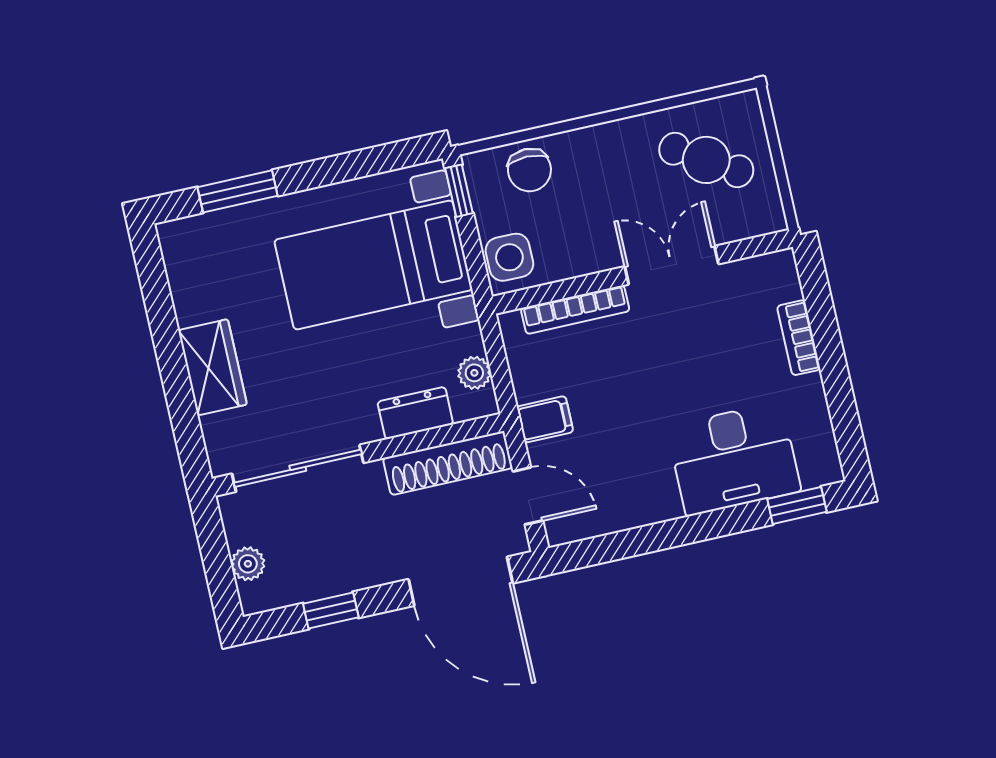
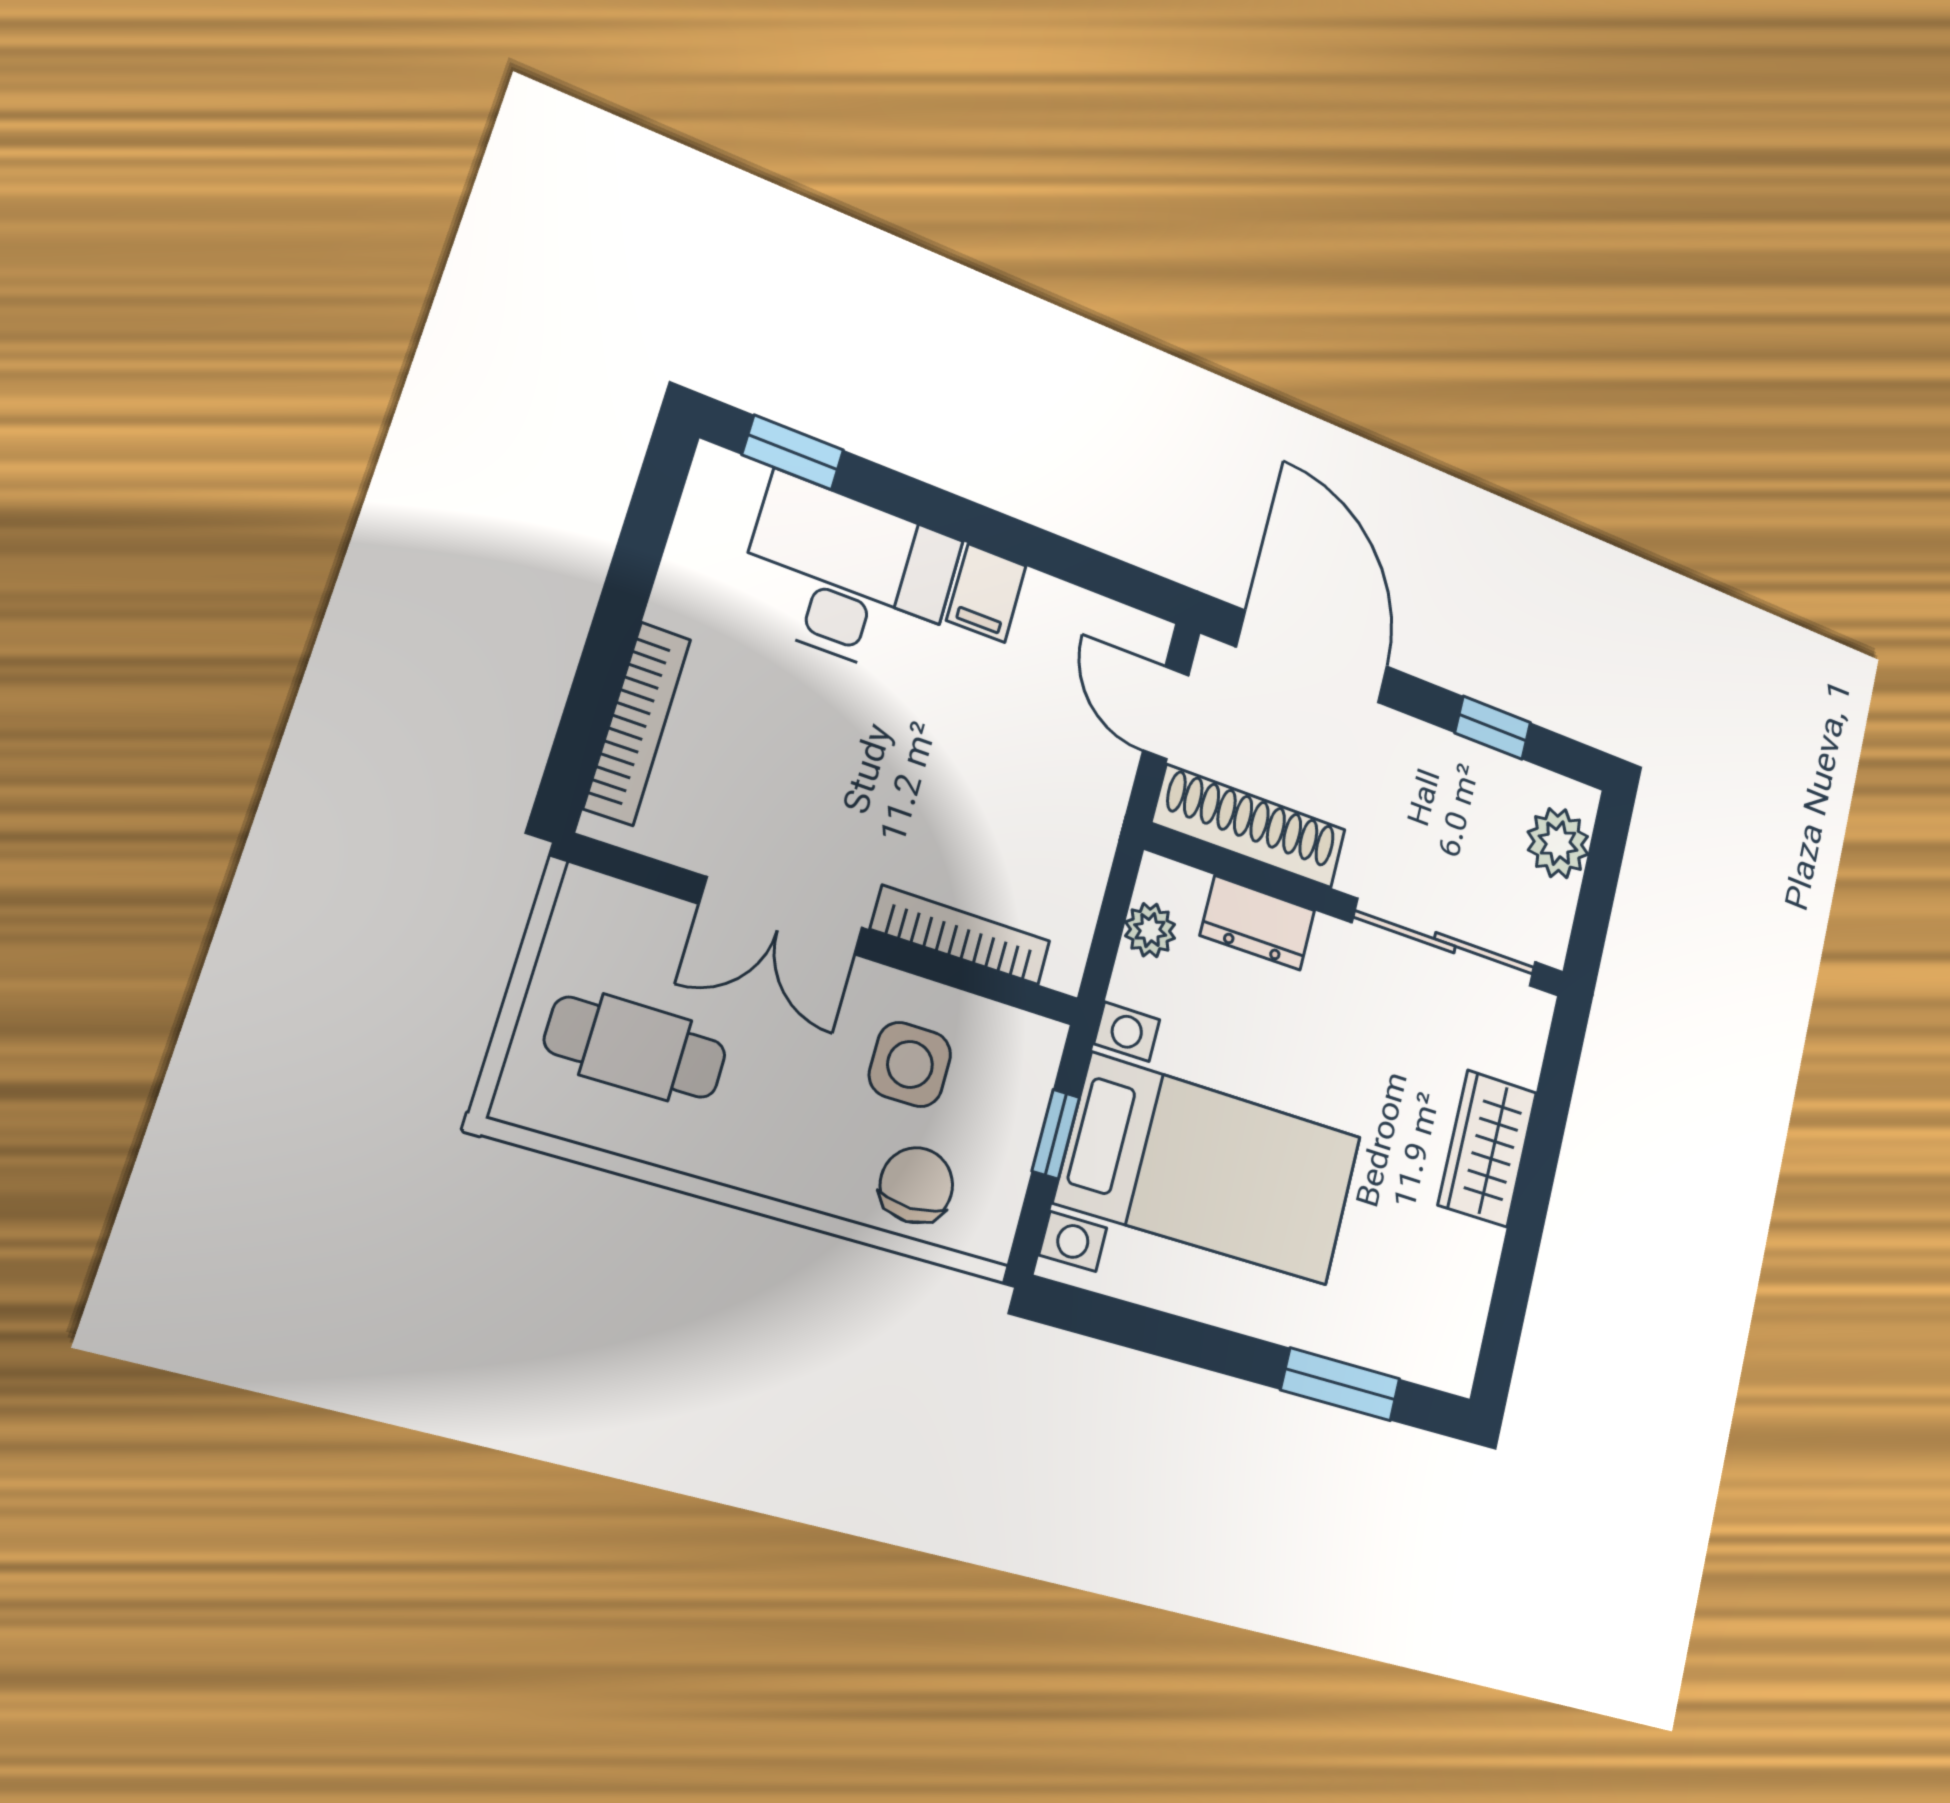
cafe table: (706, 160) -> (636, 1047), turned -32
window: (459, 191) -> (1056, 1134), moved
side table: (509, 257) -> (910, 1064), moved
bookcase: (799, 338) -> (637, 723), width x1.56
filing cabinet: (545, 419) -> (986, 593), moved, turned -90
plant: (248, 564) -> (1558, 843), width x1.38, depth x1.38

